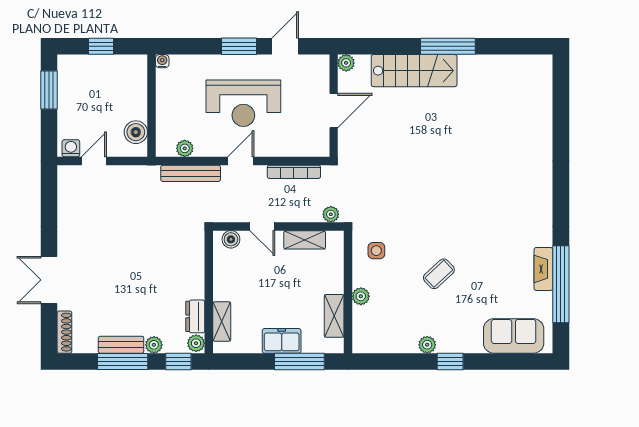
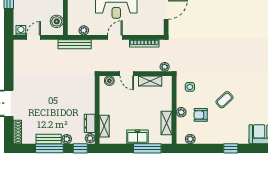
bench: (191, 173) -> (75, 44), moved
armchair: (396, 301) -> (201, 115), added
plant: (427, 345) -> (190, 139), moved

